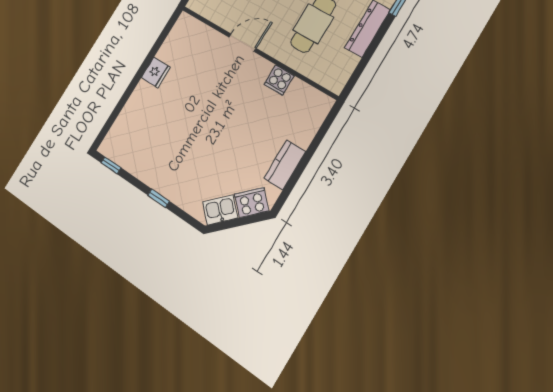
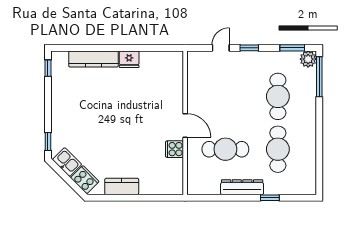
door: (243, 43) -> (185, 126), moved
kitchen counter: (132, 110) -> (94, 59), added
window: (159, 198) -> (48, 142), moved

